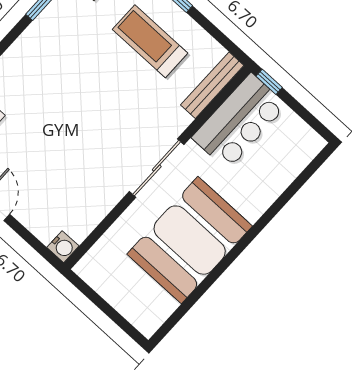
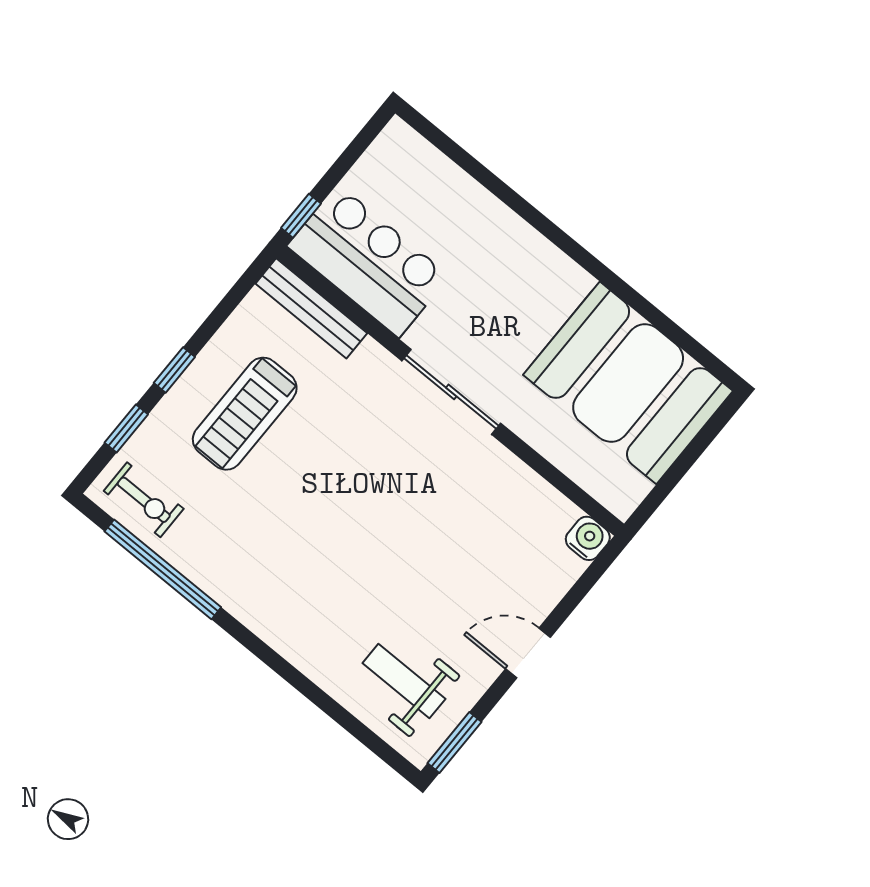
booth: (190, 240) -> (628, 383), moved

